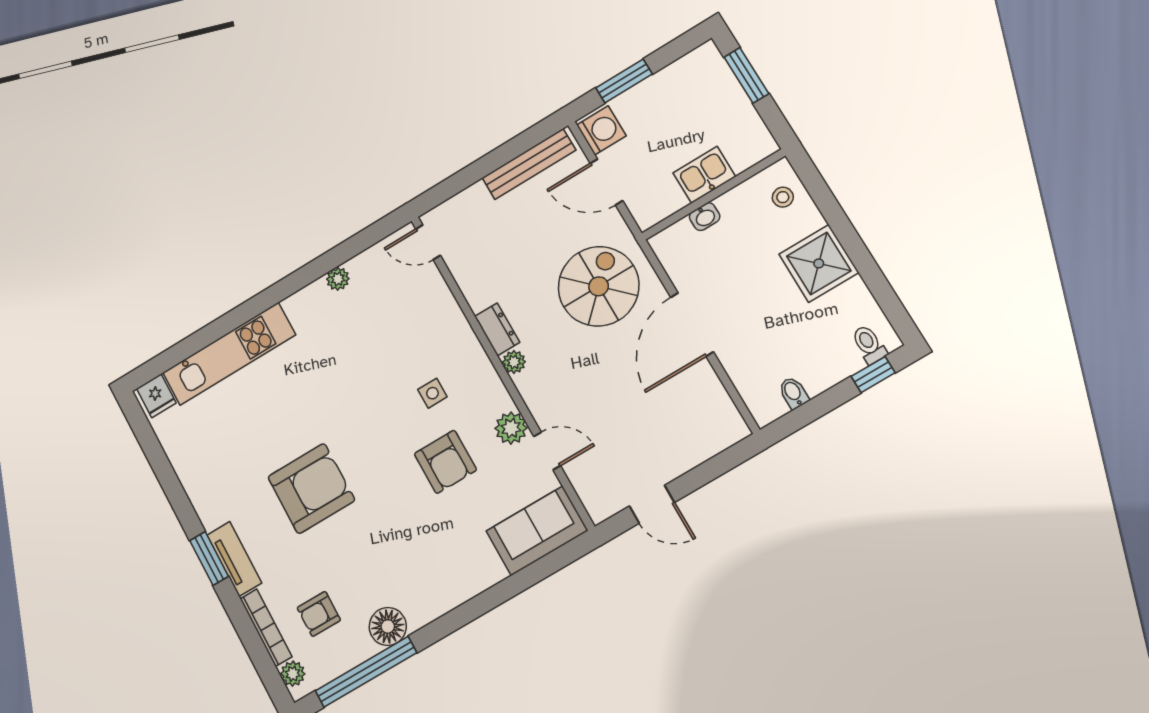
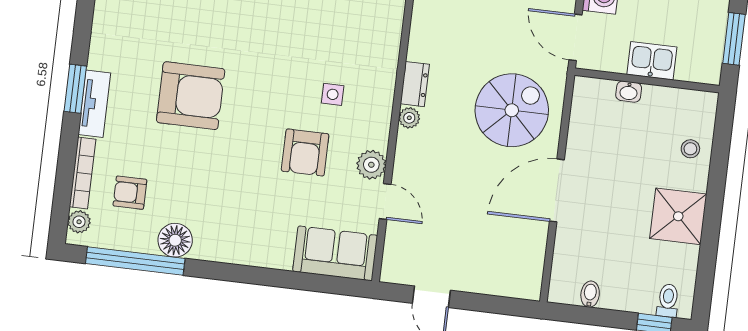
kitchen sink: (704, 175) -> (652, 61), moved
wall: (713, 195) -> (647, 80), moved
washbasin: (705, 217) -> (629, 92), moved

